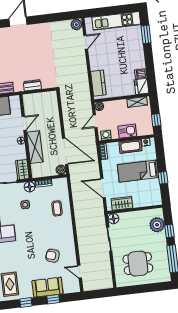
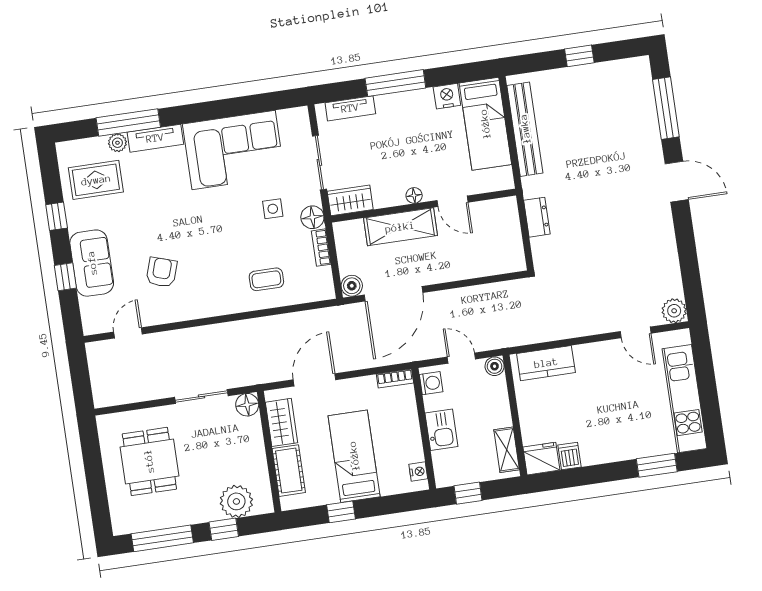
cot: (130, 146) -> (289, 471), moved

